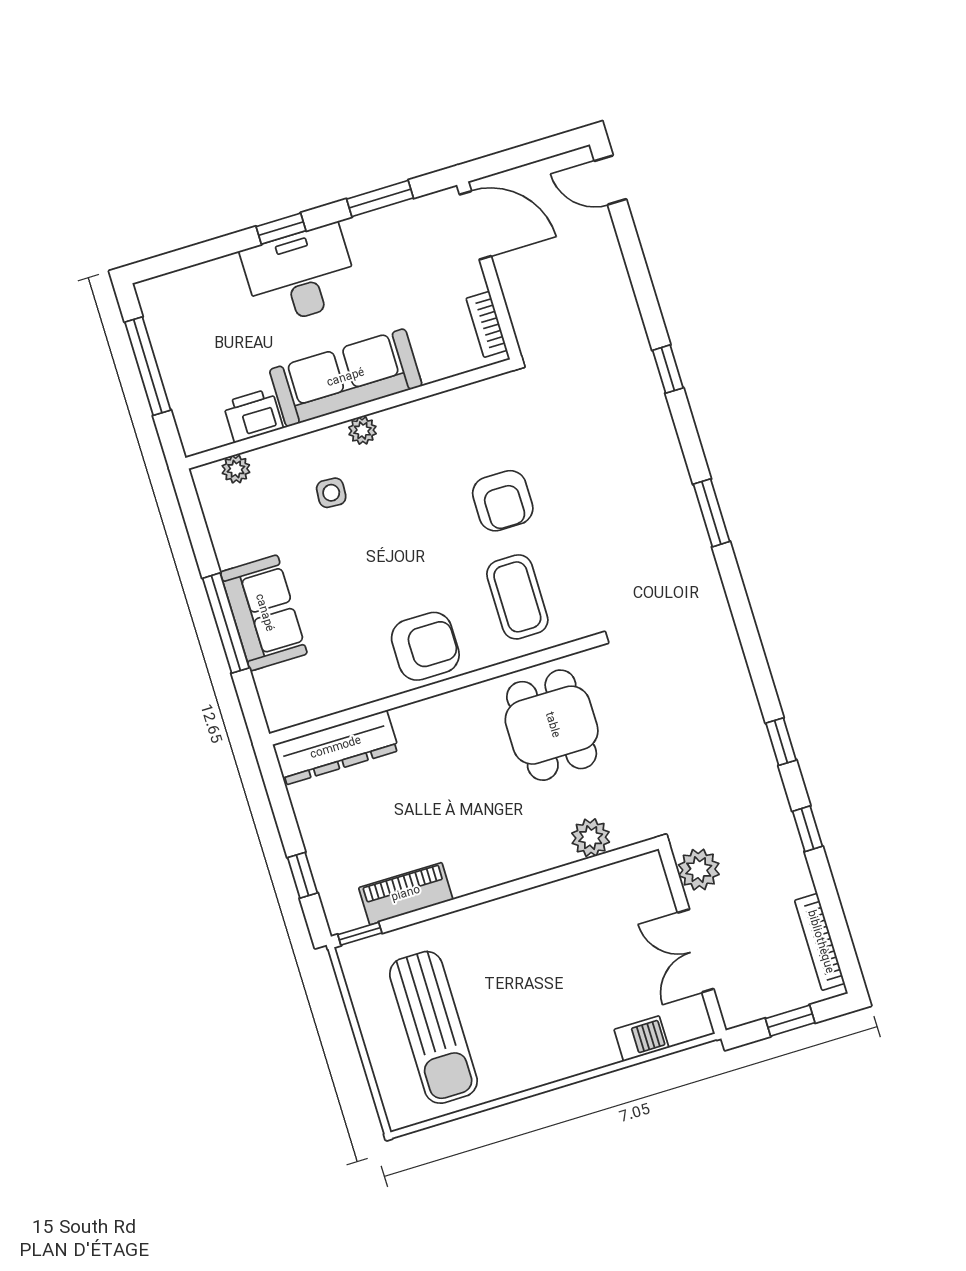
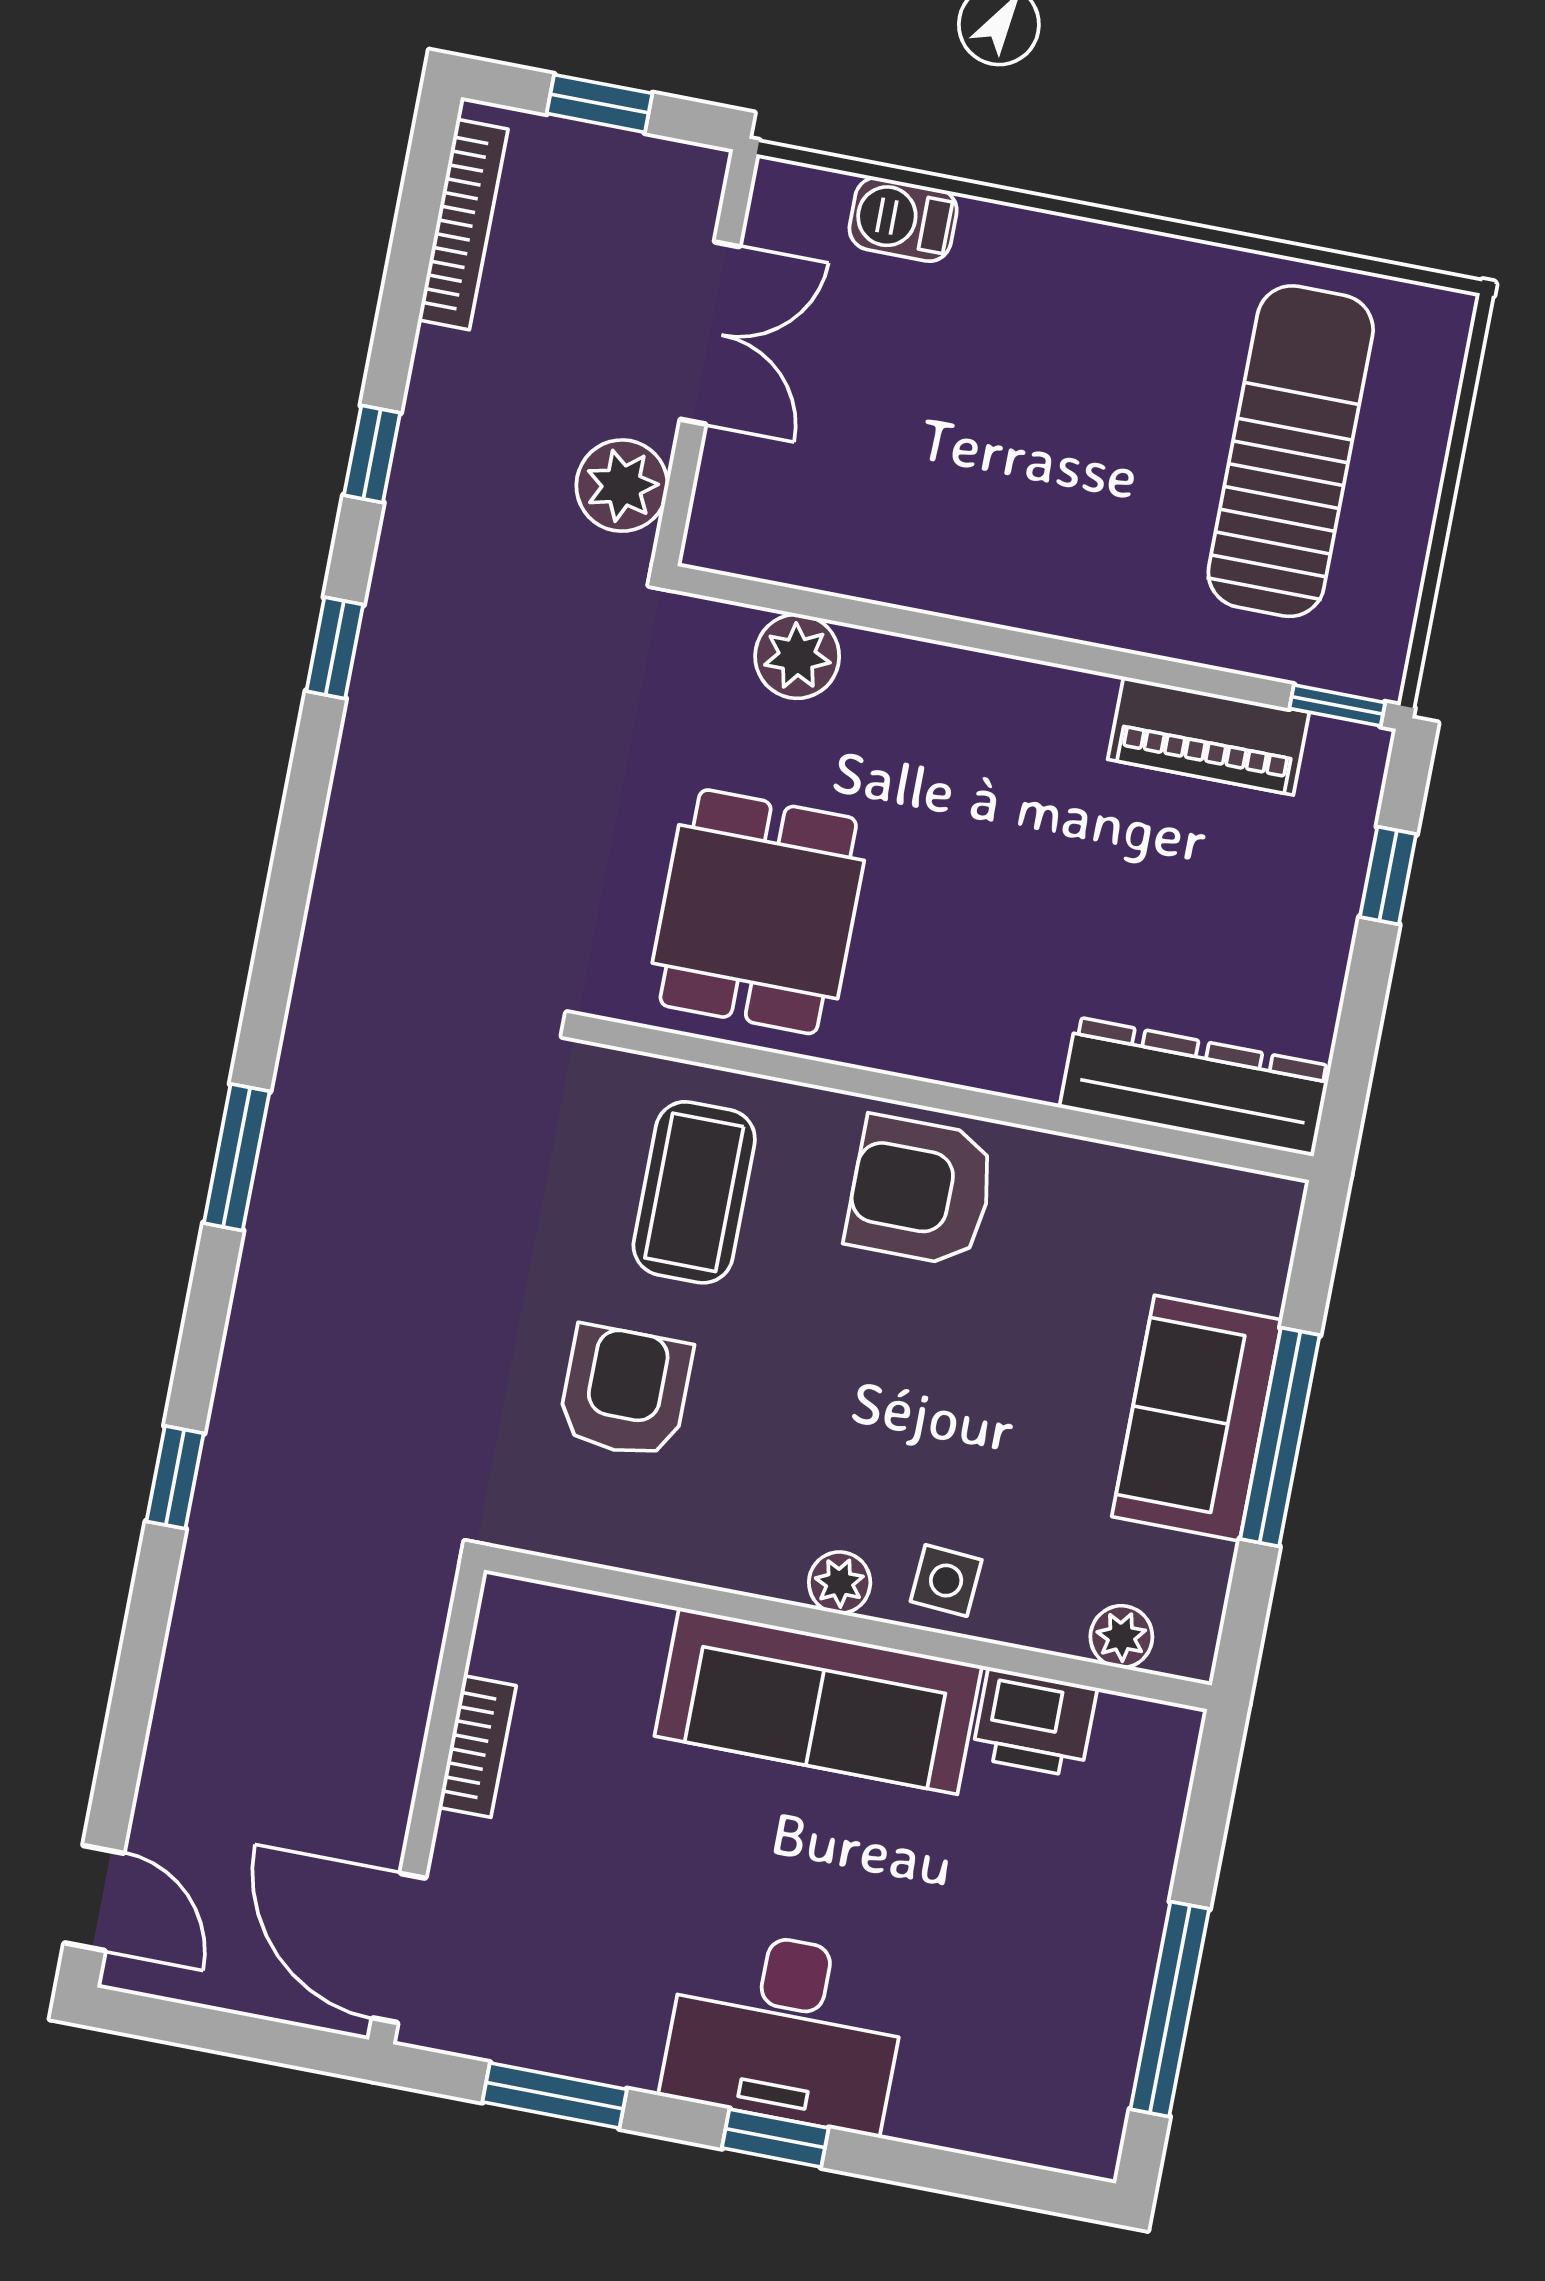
sofa: (346, 378) -> (818, 1701), moved
wall: (349, 414) -> (848, 1628), moved
printer: (253, 415) -> (1034, 1722), moved
plant: (362, 431) -> (840, 1583), moved
plant: (236, 469) -> (1121, 1637), moved

